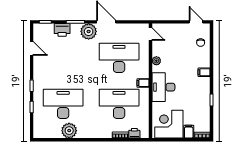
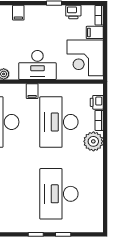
printer: (205, 115) -> (73, 12), added
plant: (69, 131) -> (93, 141), moved

